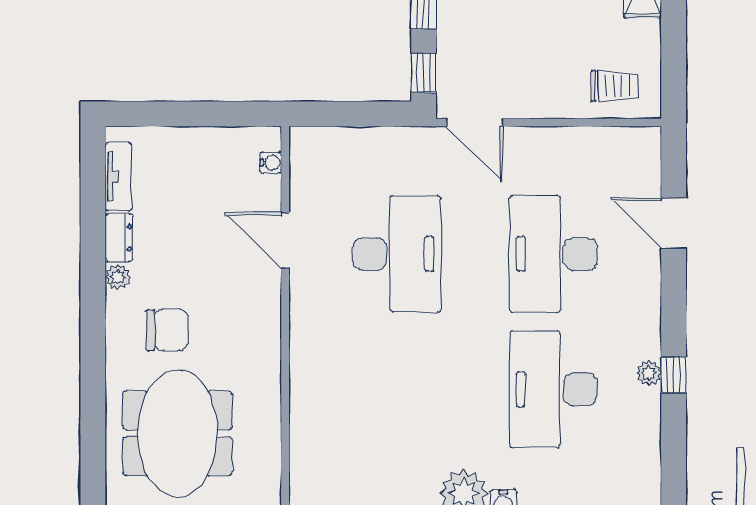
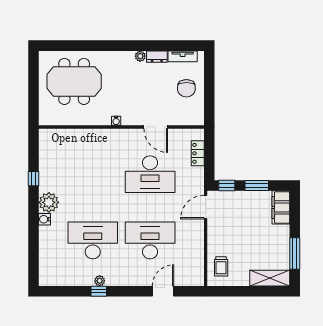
locker: (348, 141) -> (198, 153), added
water cooler: (271, 163) -> (116, 121), moved
door: (285, 241) -> (156, 127), swing flipped
chair: (167, 330) -> (186, 88), moved

